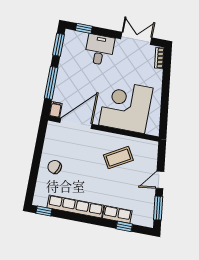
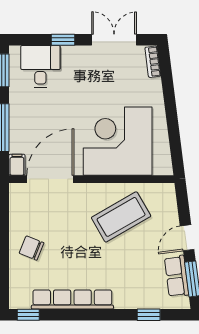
window: (84, 28) -> (63, 40), moved
desk: (99, 50) -> (40, 66), moved
coffee table: (118, 158) -> (121, 217), width x1.36, depth x1.32
row of seats: (117, 214) -> (177, 276), moved, turned -97

